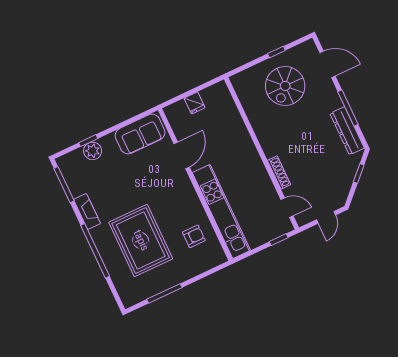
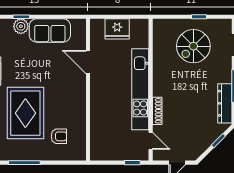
fridge: (195, 103) -> (117, 29), width x1.88, depth x1.34
sofa: (140, 134) -> (50, 30), moved
door: (182, 155) -> (88, 62), swing flipped
kitchen unit: (221, 212) -> (140, 89), moved, turned 180
armchair: (194, 236) -> (59, 136), moved

